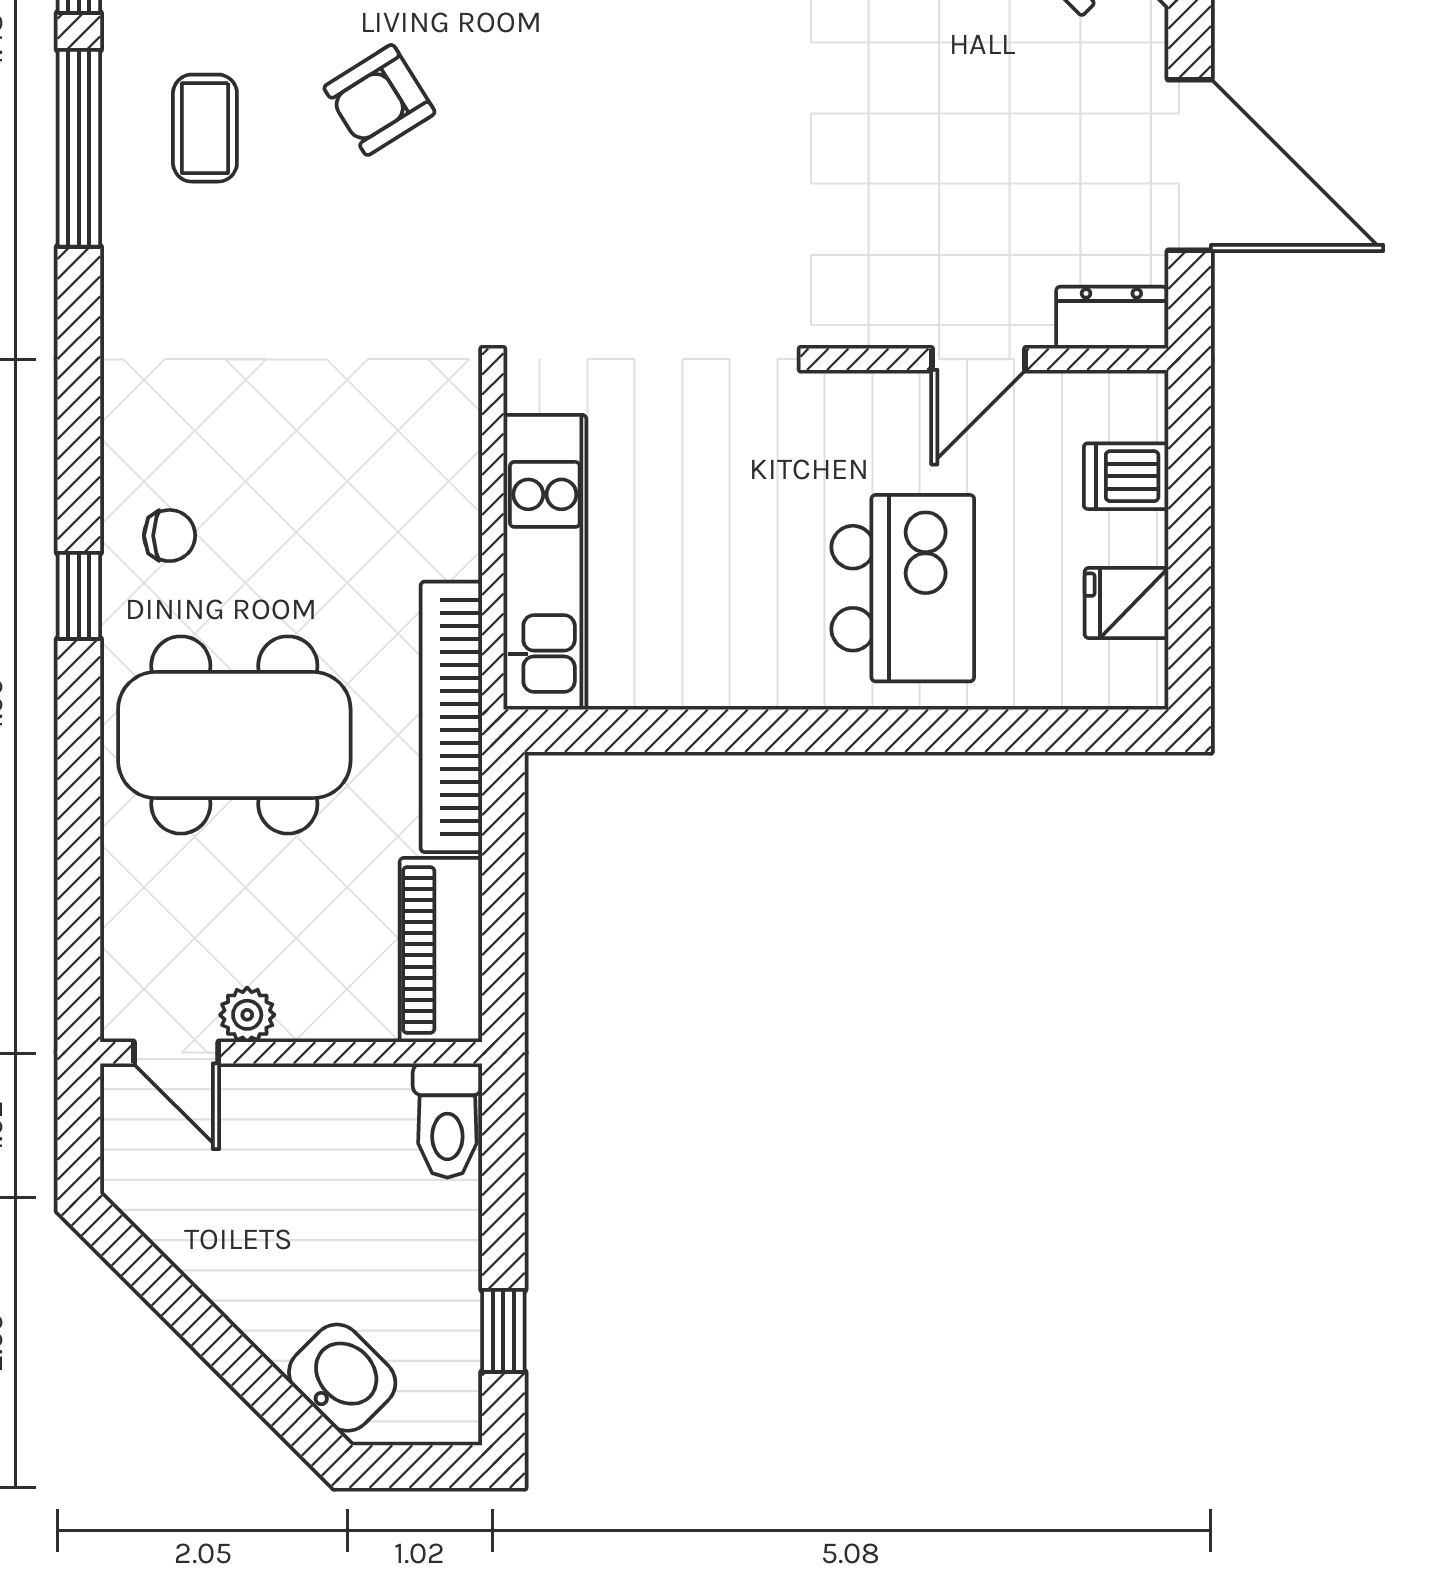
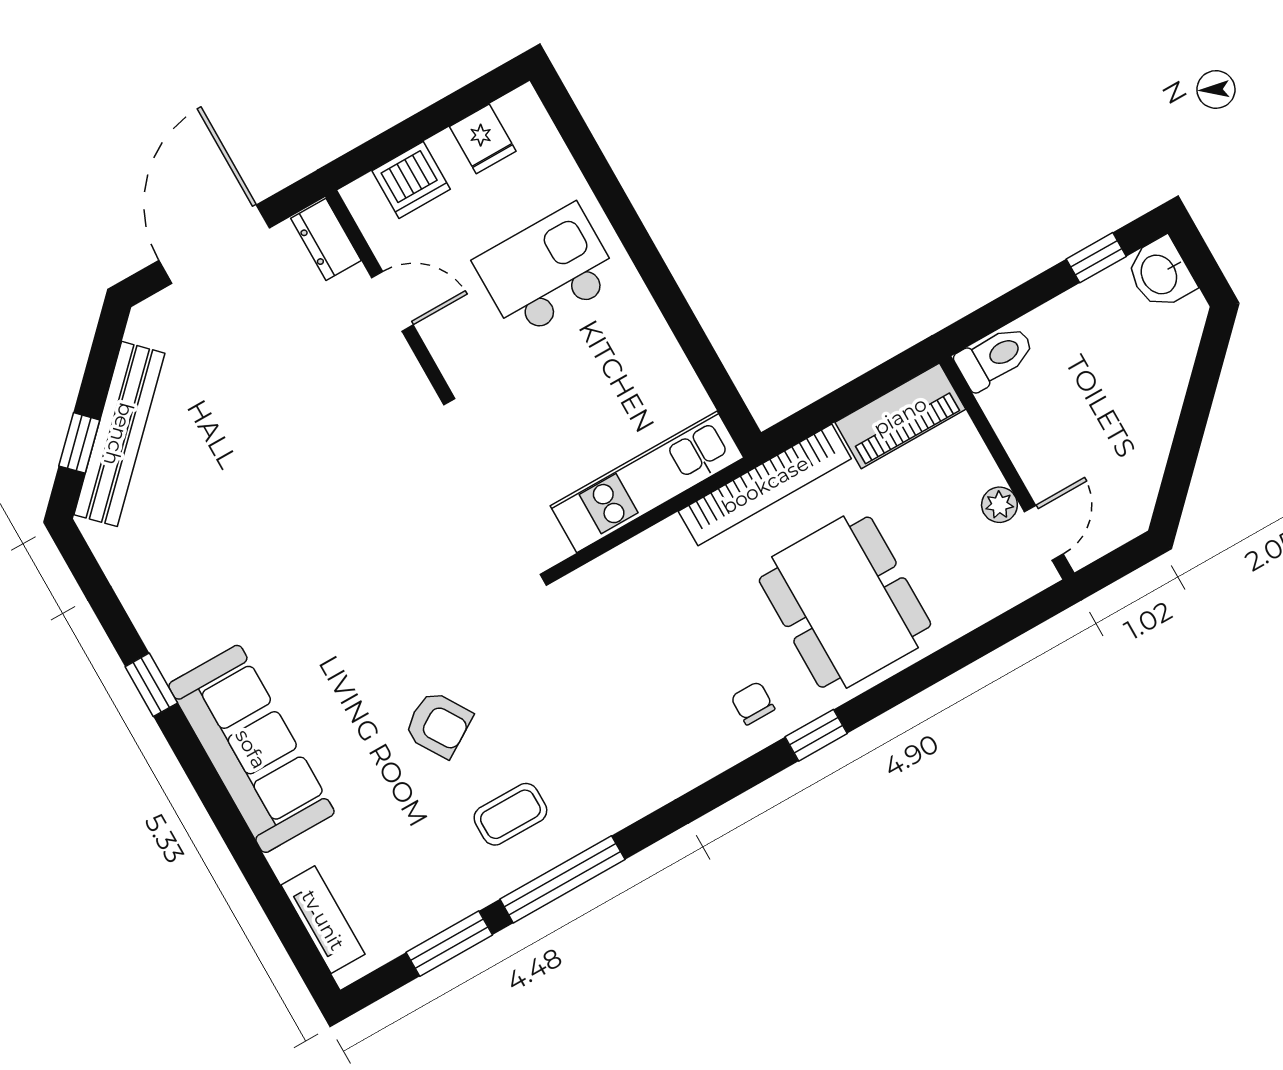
dishwasher: (1126, 476) -> (411, 180), width x1.38
washbasin: (342, 1378) -> (1160, 274), moved, turned -45

